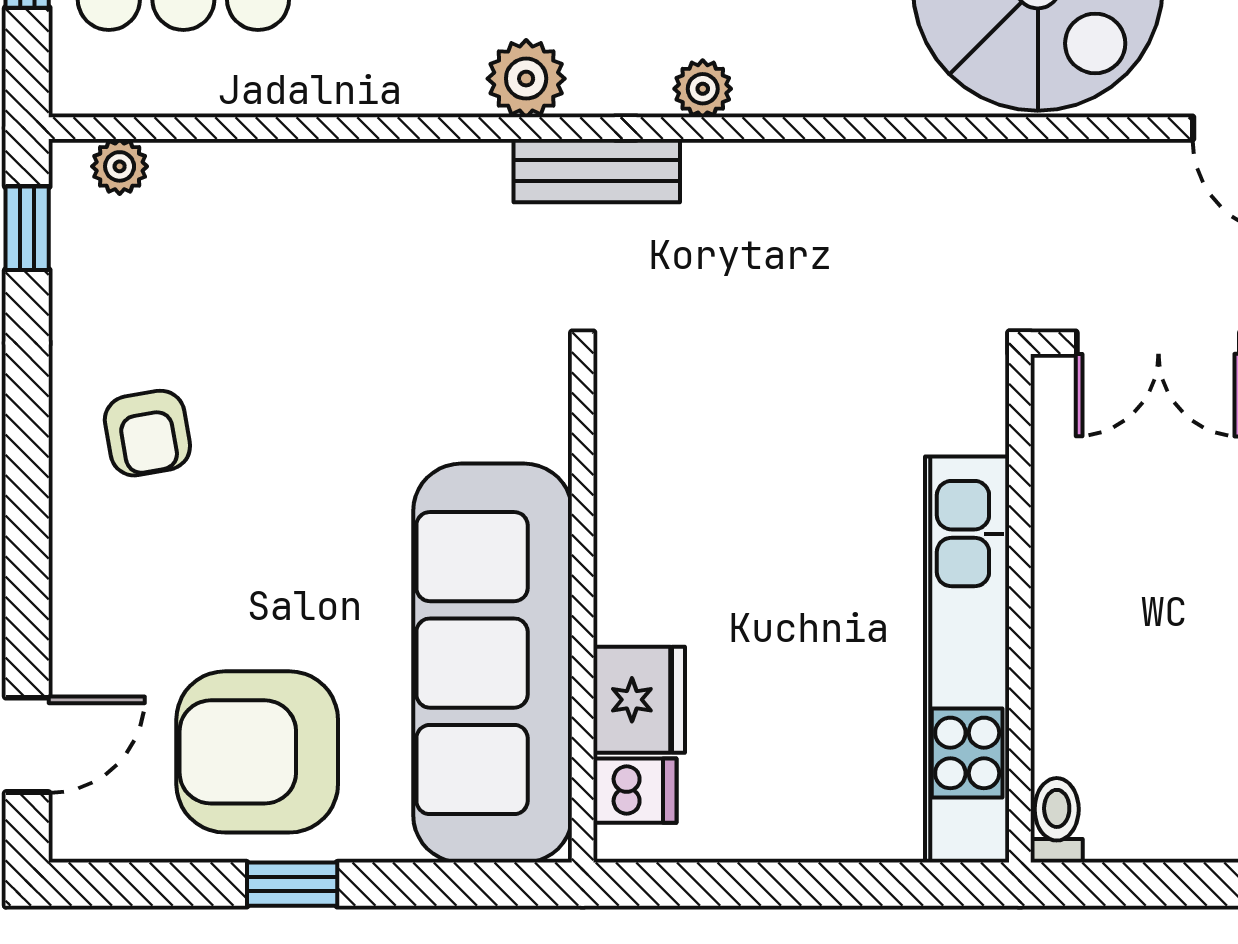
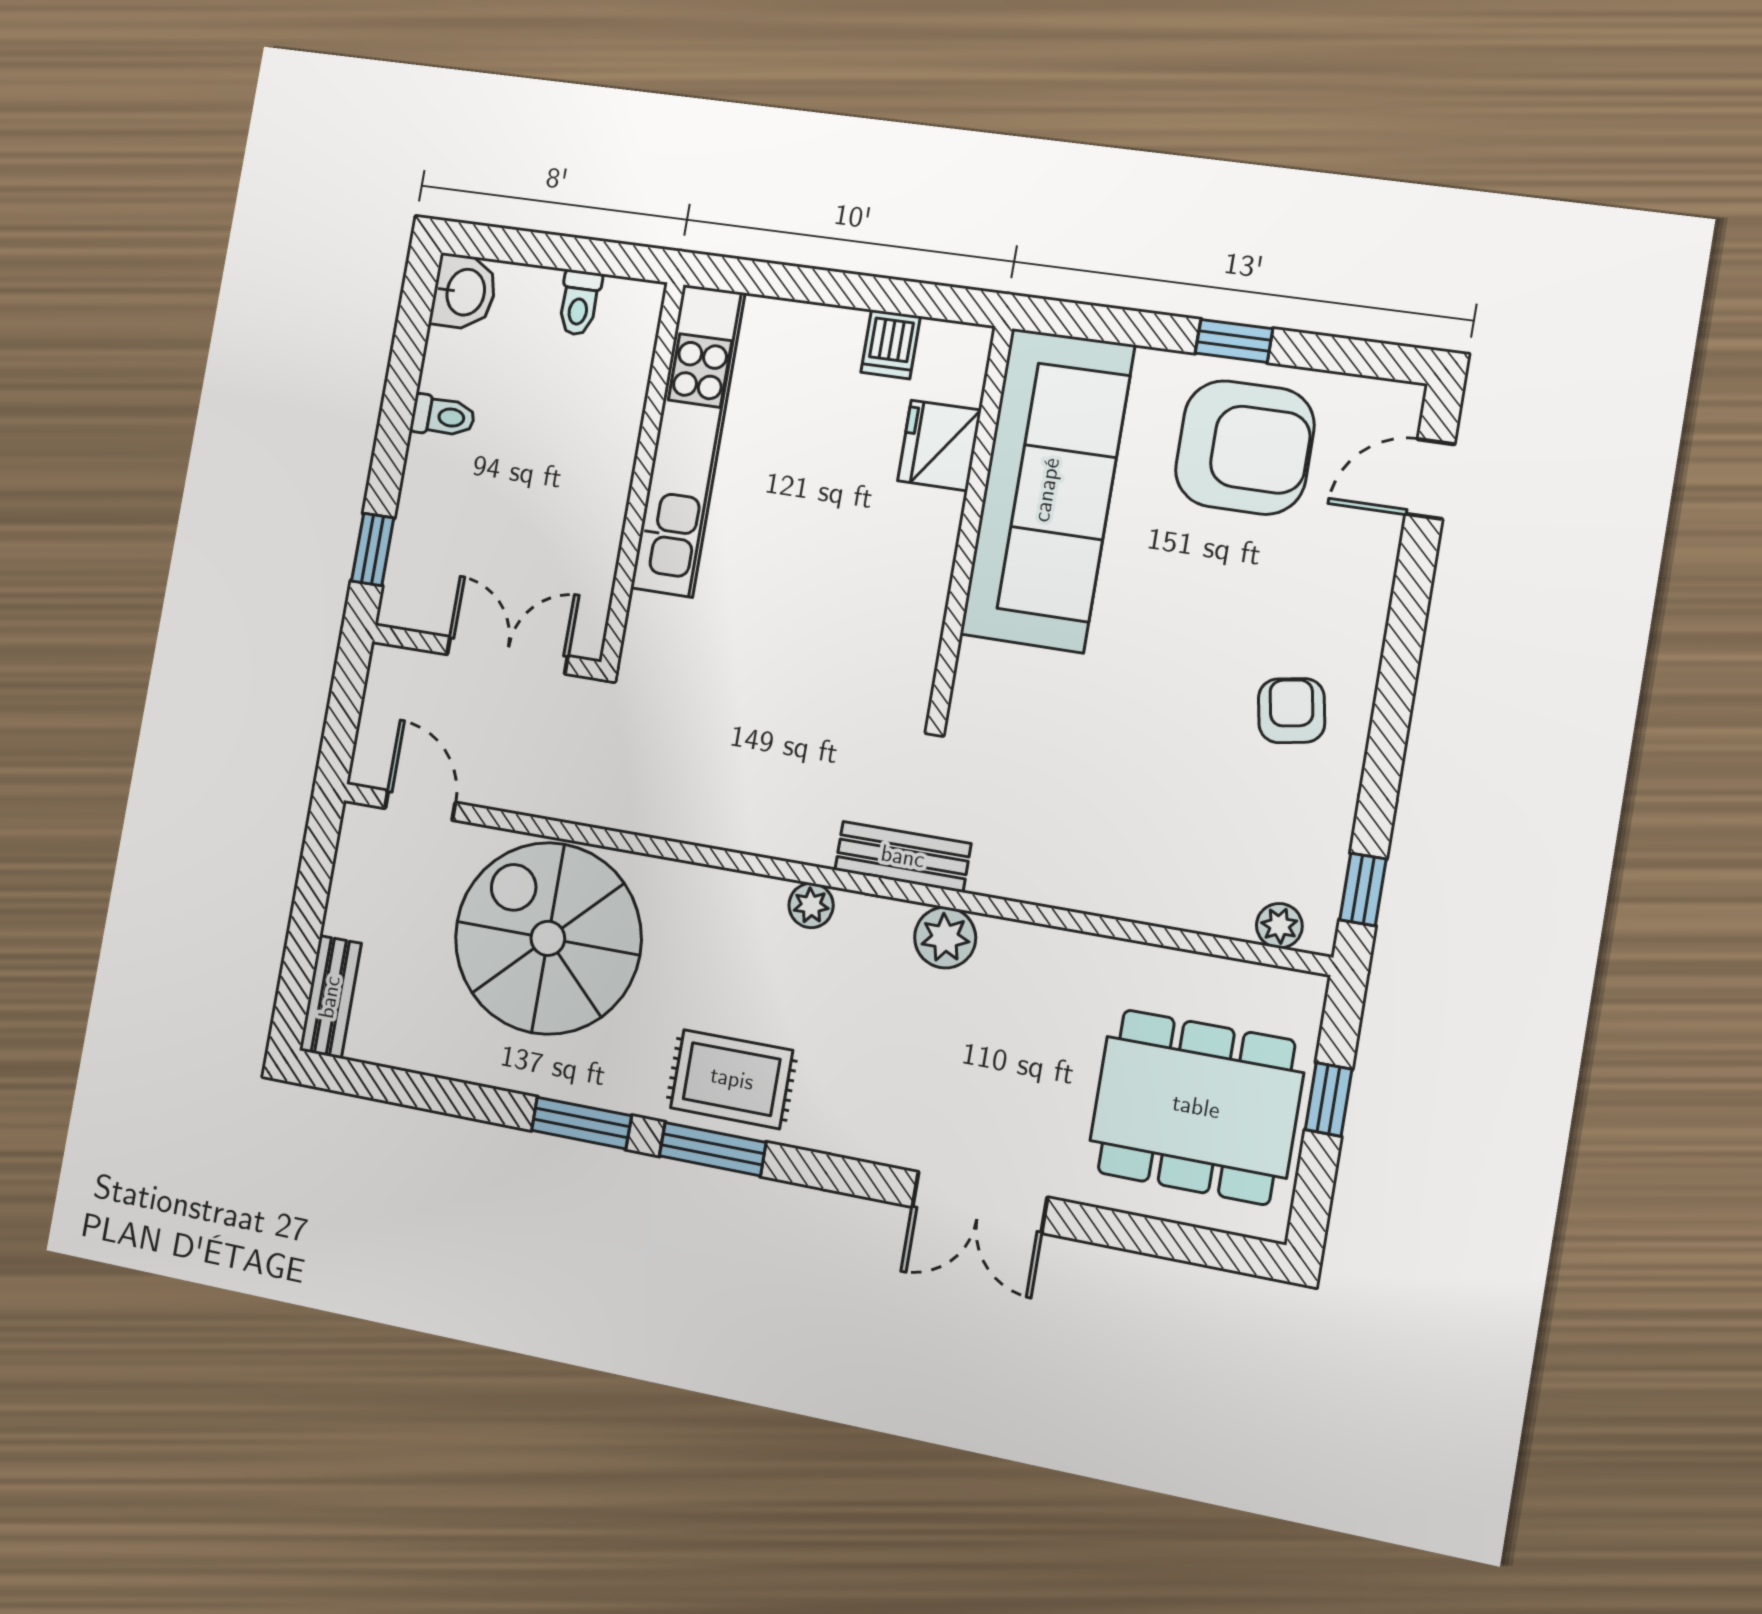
dishwasher: (635, 791) -> (891, 344), moved, turned -90
toilet: (1057, 820) -> (579, 303), moved

